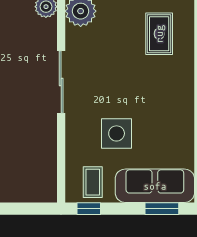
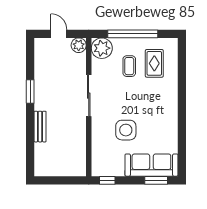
coffee table: (93, 182) -> (129, 66), moved

